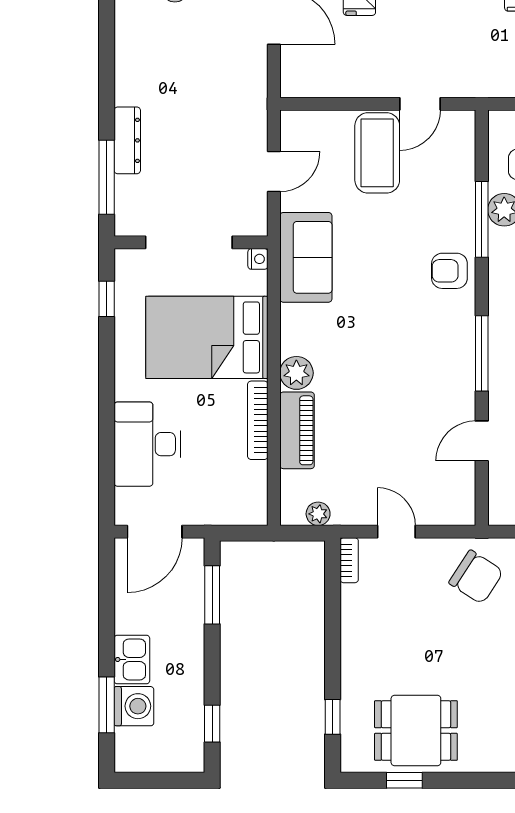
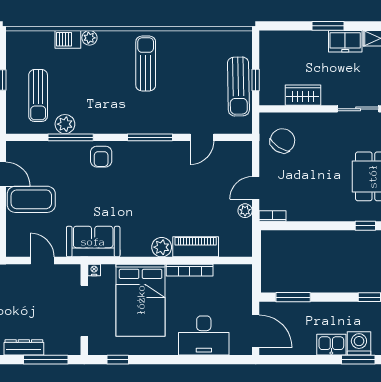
door: (482, 441) -> (202, 137), hinge flipped
plant: (318, 514) -> (245, 211), moved

